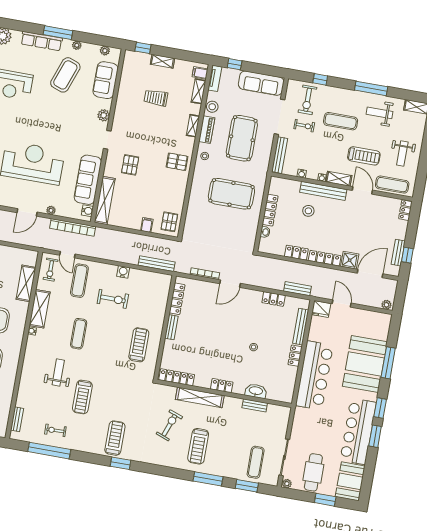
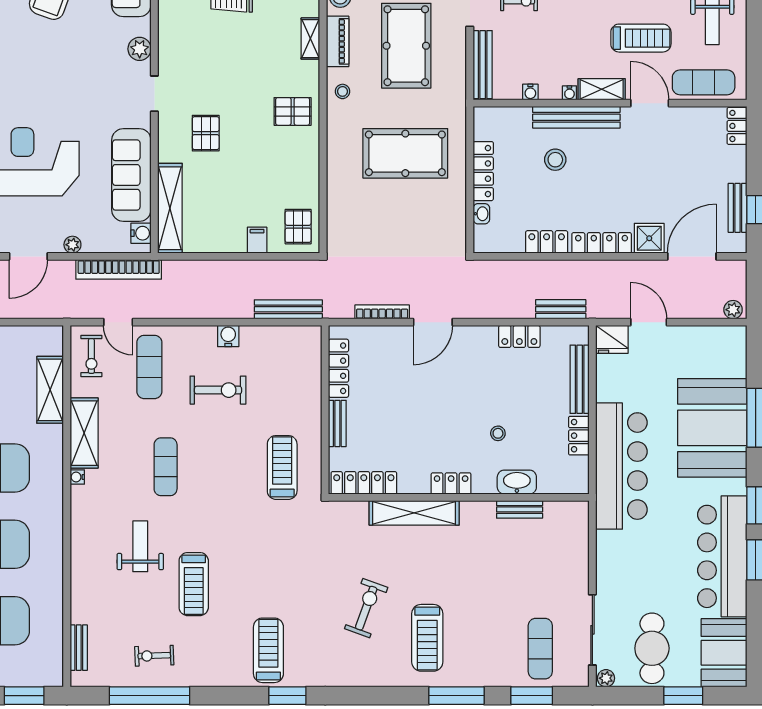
locker: (177, 377) -> (364, 483), moved
locker: (222, 386) -> (451, 483), moved
washbasin: (256, 391) -> (517, 482), moved
wall: (224, 394) -> (459, 497), moved
shelving: (200, 397) -> (414, 513), moved
bench: (255, 405) -> (520, 509), moved

